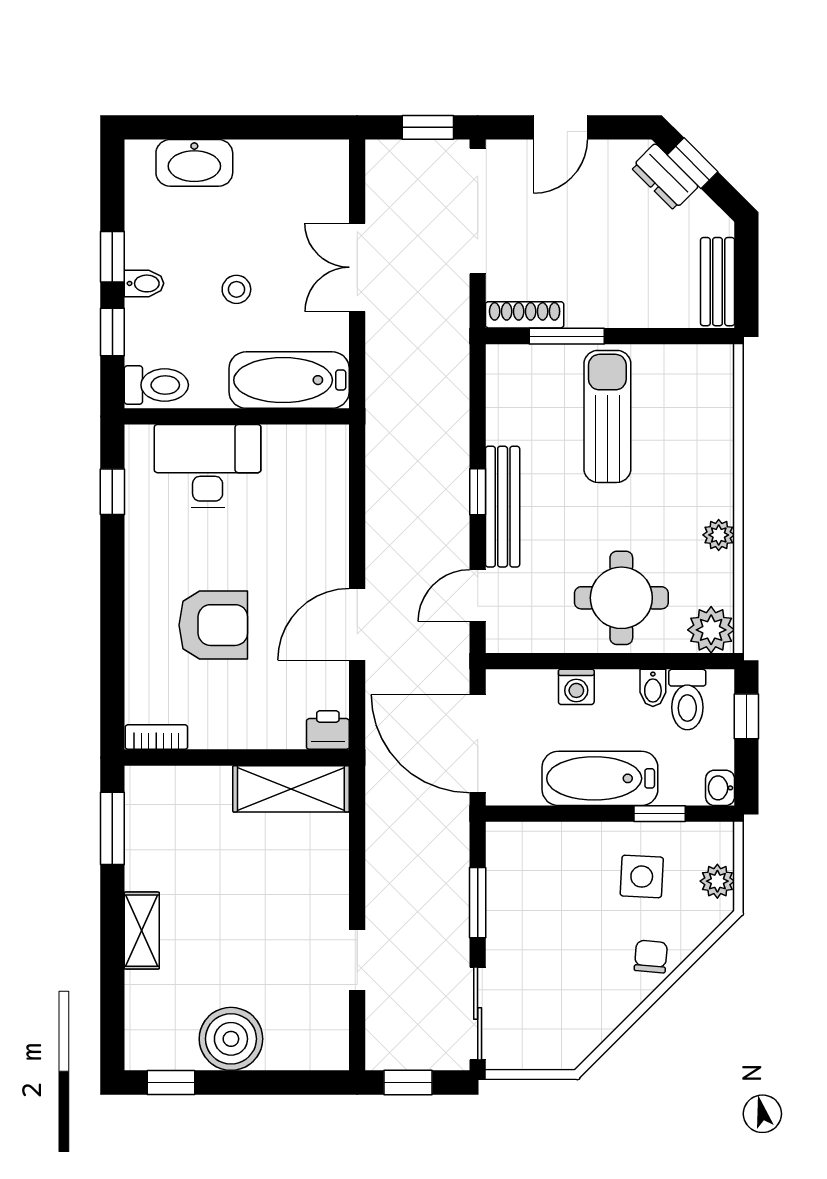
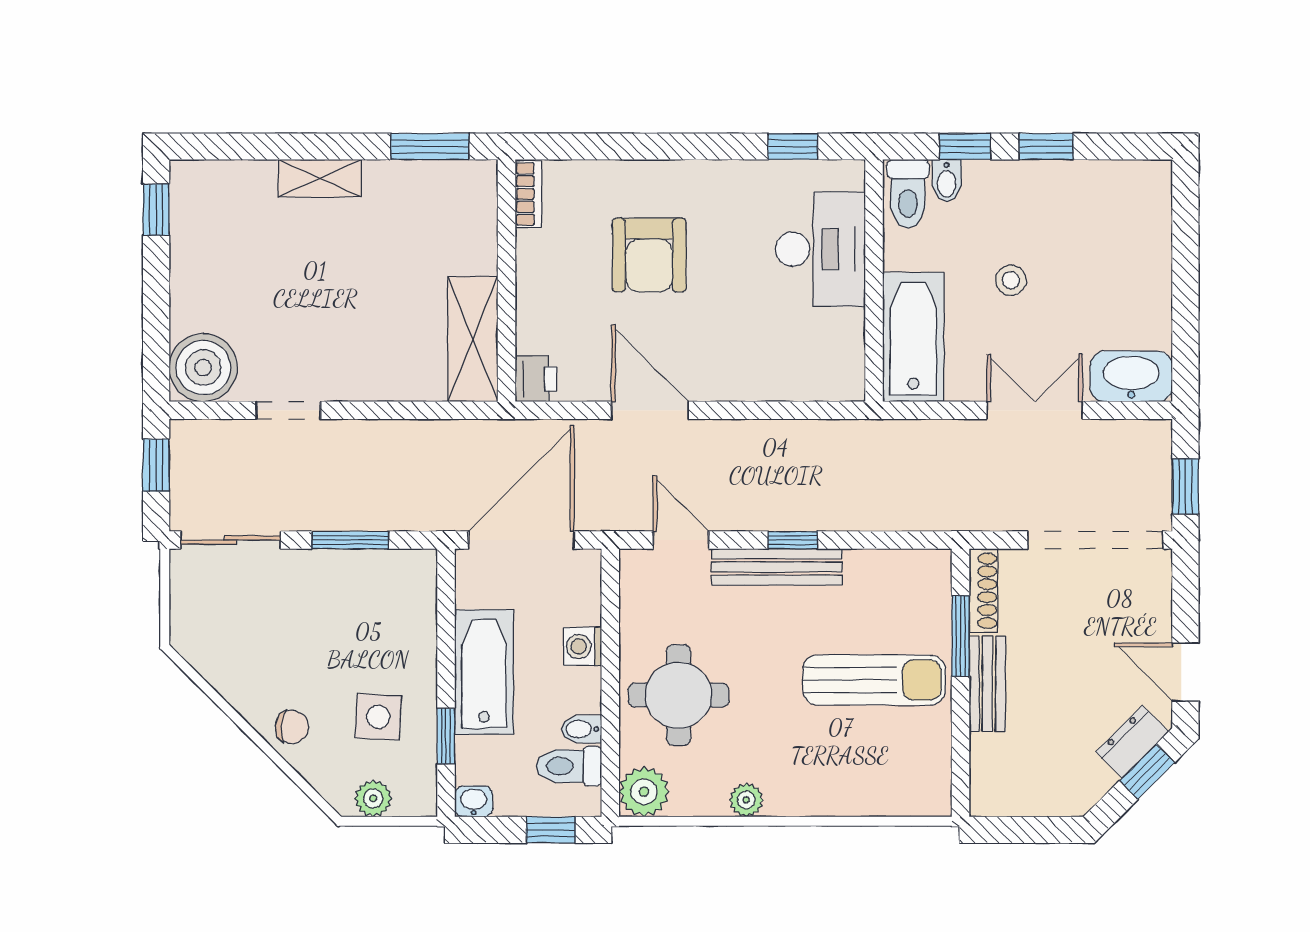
door: (560, 127) -> (1185, 672), moved
washbasin: (194, 163) -> (1131, 376), moved, turned 90
bench: (718, 282) -> (987, 684), moved, turned 90
bidet: (144, 283) -> (947, 181), moved
boiler: (231, 1039) -> (203, 368), moved

